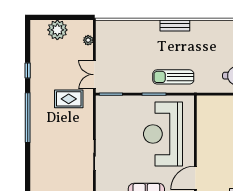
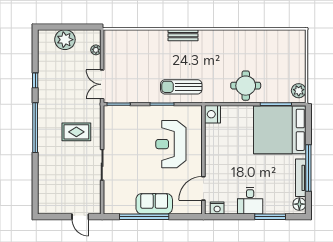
rug: (69, 99) -> (76, 132), moved
nightstand: (204, 104) -> (213, 114), added
reception desk: (163, 134) -> (171, 144), width x0.74, depth x0.77

